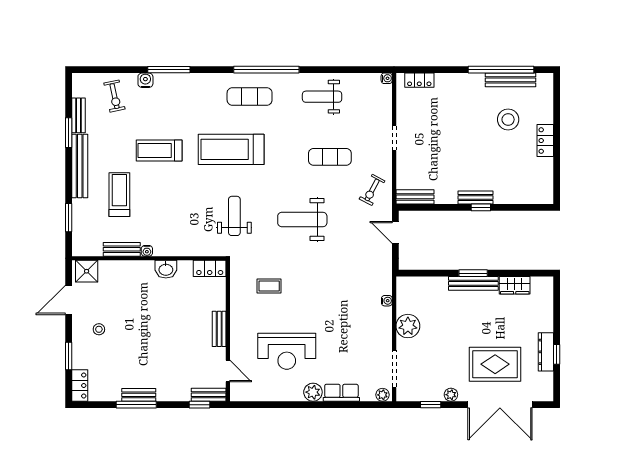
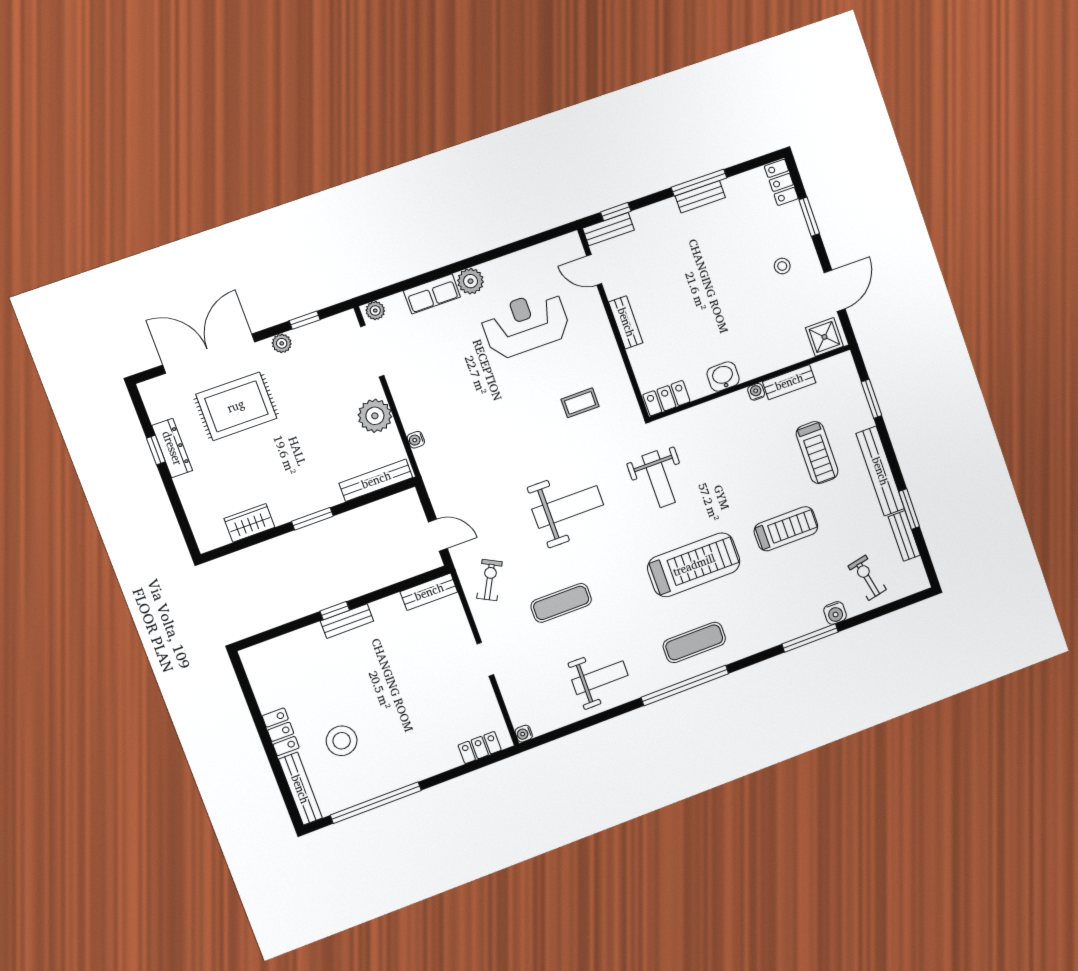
bench: (511, 80) -> (300, 789), moved, turned 90
bench: (473, 283) -> (376, 480), moved

